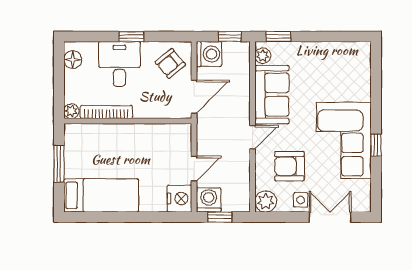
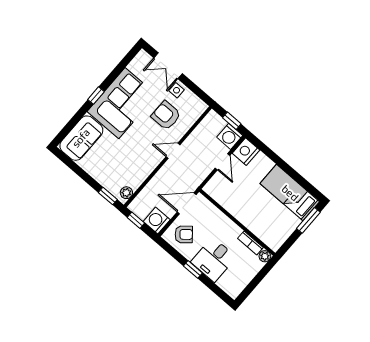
floor lamp: (73, 60) -> (238, 285), removed
sofa: (272, 95) -> (81, 138), moved, turned 180
bookcase: (106, 112) -> (250, 243), width x0.64
window: (376, 145) -> (96, 96), moved
window: (59, 164) -> (308, 220), moved
armchair: (290, 166) -> (166, 115), turned 180
door: (194, 169) -> (223, 162), swing flipped
plant: (266, 201) -> (198, 107), removed

